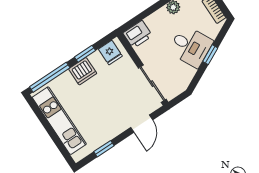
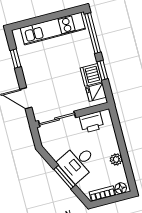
printer: (138, 34) -> (91, 122), moved, turned -90
window: (210, 55) -> (65, 177), width x1.50
dishwasher: (83, 71) -> (91, 75), moved

